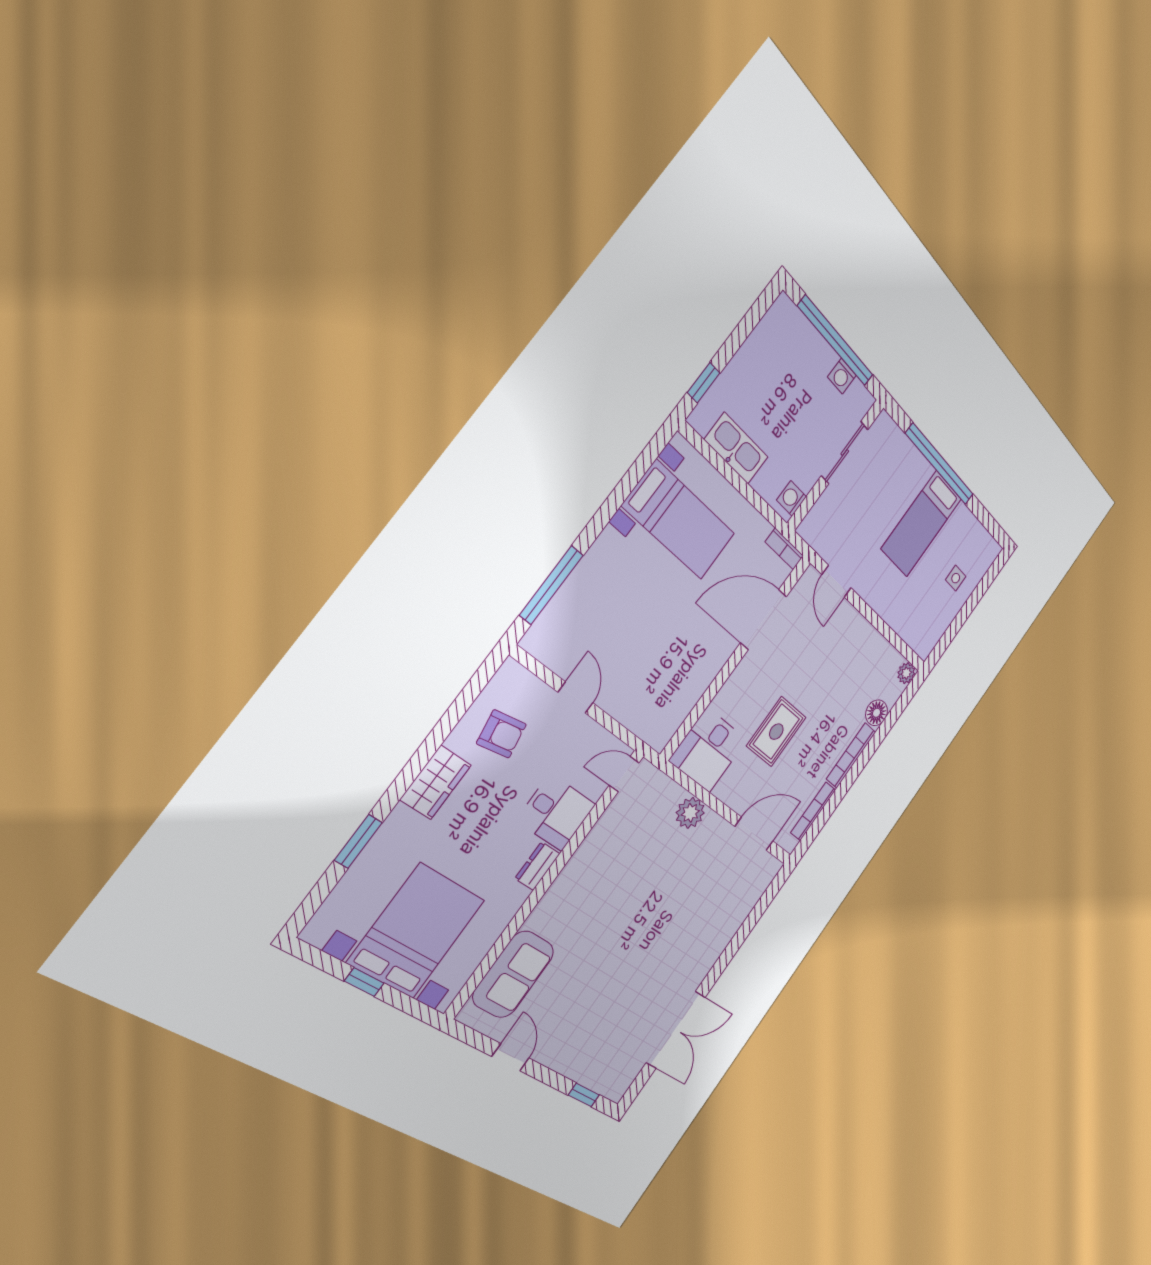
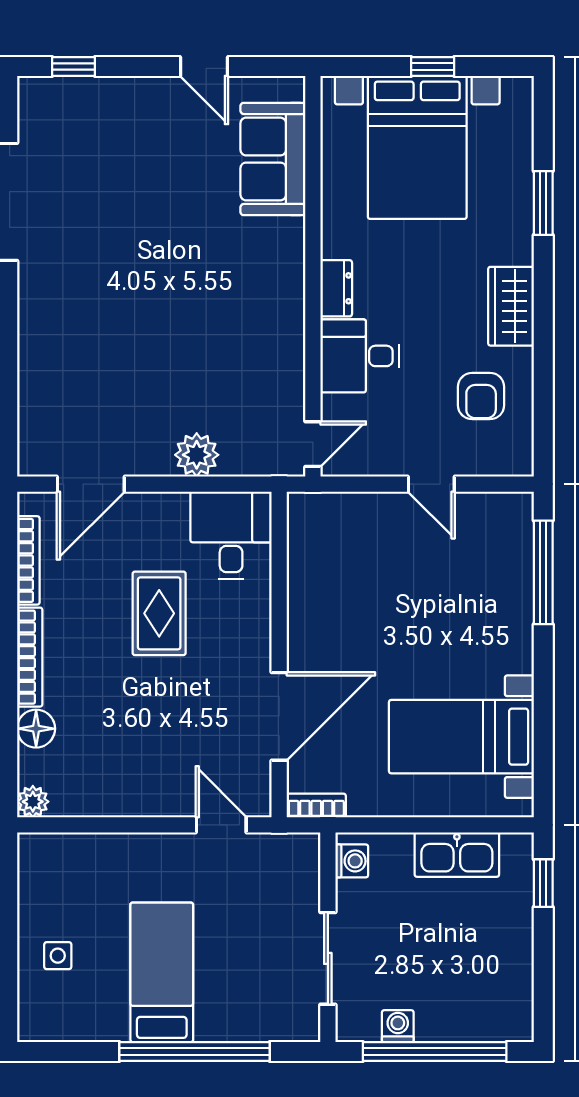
armchair: (501, 734) -> (481, 396), turned -80

